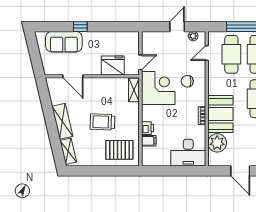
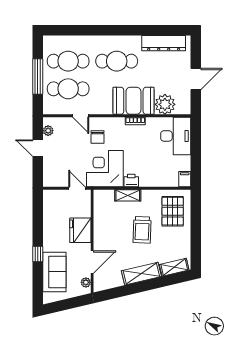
door: (207, 53) -> (81, 116), moved
fridge: (113, 65) -> (80, 230), moved
plant: (54, 71) -> (86, 282), added
shelving: (134, 90) -> (128, 195), moved
printer: (147, 128) -> (131, 181), moved
filing cabinet: (149, 141) -> (185, 179), moved

